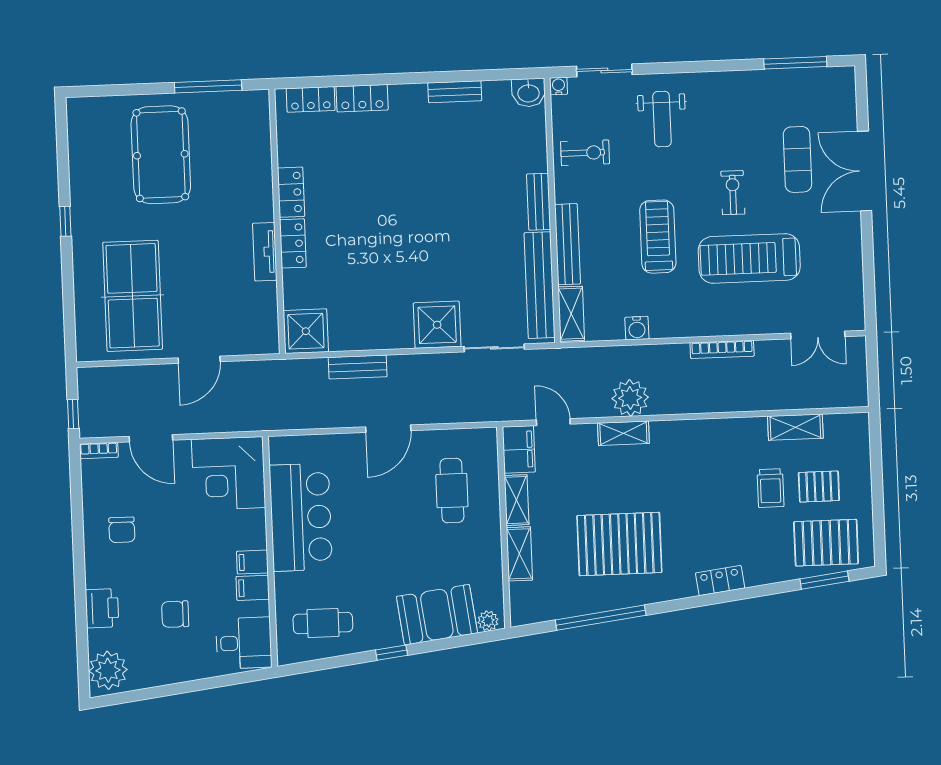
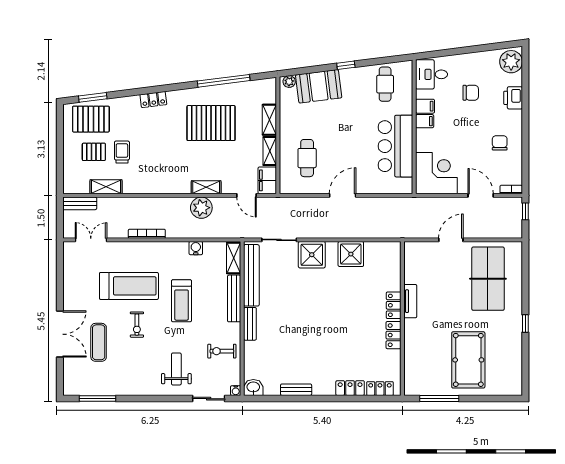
shower: (306, 331) -> (351, 254), moved
bench: (358, 367) -> (80, 203), moved
cafe table: (323, 623) -> (385, 84), turned 90

